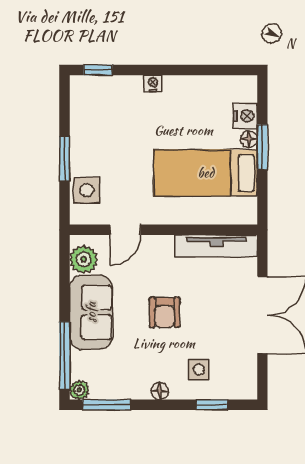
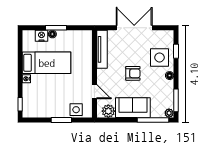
bed: (206, 173) -> (47, 63), moved, turned -90
side table: (199, 369) -> (159, 57), width x1.87, depth x1.87

